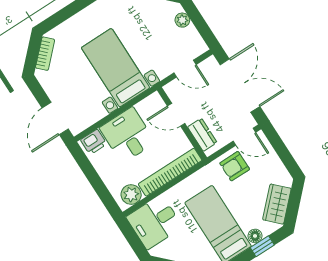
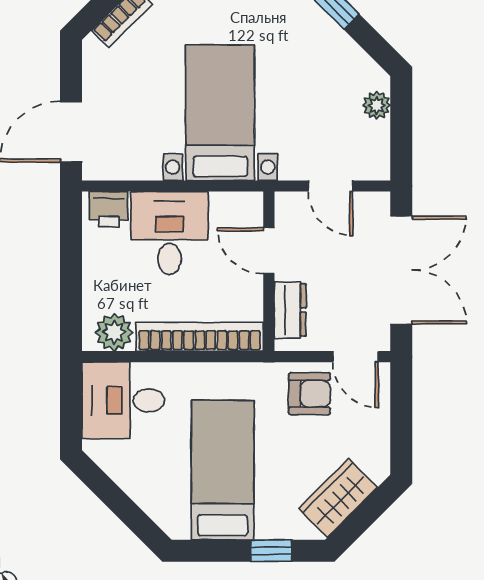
armchair: (235, 166) -> (309, 394), turned 180
floor lamp: (255, 236) -> (270, 527), removed

